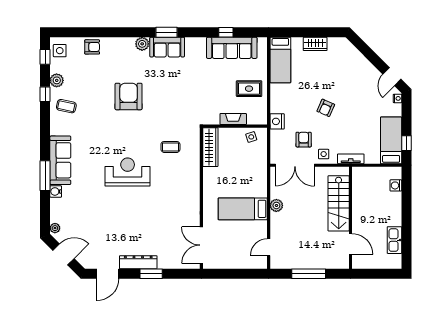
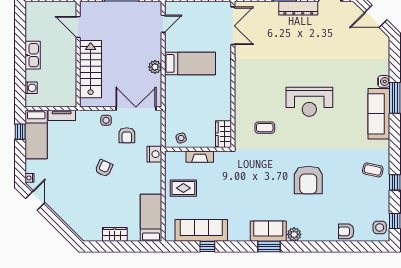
plant: (57, 80) -> (383, 197), removed
wardrobe: (210, 147) -> (223, 134), width x0.67
tv unit: (351, 159) -> (62, 115), moved
plant: (55, 228) -> (385, 44), removed
kitchen sink: (394, 240) -> (33, 55), moved

